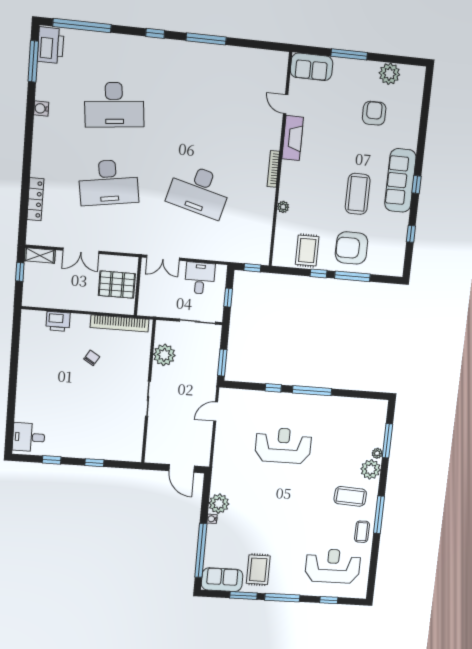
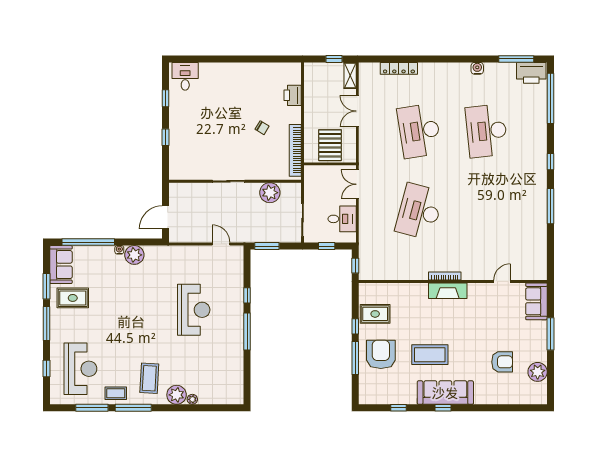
fireplace: (293, 138) -> (448, 291), moved
plant: (283, 207) -> (412, 288), removed
window: (387, 441) -> (92, 408), moved

